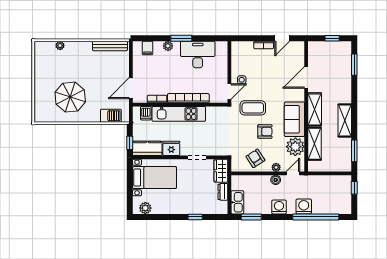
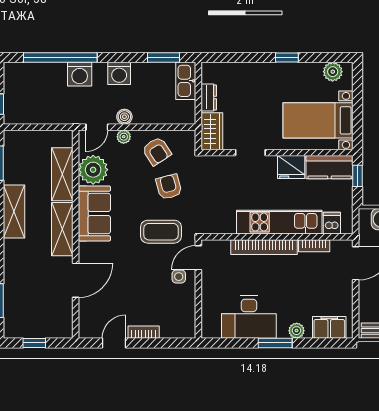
filing cabinet: (147, 48) -> (329, 327), width x2.00
armchair: (265, 131) -> (169, 187), moved, turned 75
window: (195, 217) -> (287, 58), moved

